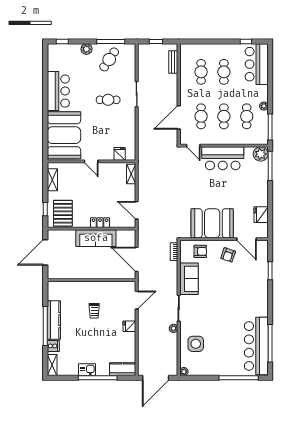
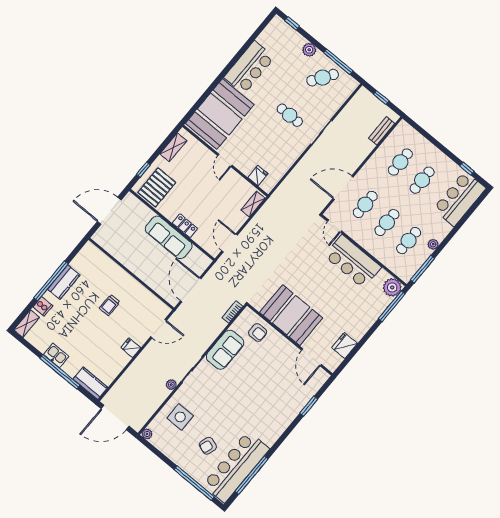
armchair: (228, 255) -> (208, 446), moved
kitchen counter: (54, 320) -> (64, 282), width x0.67

